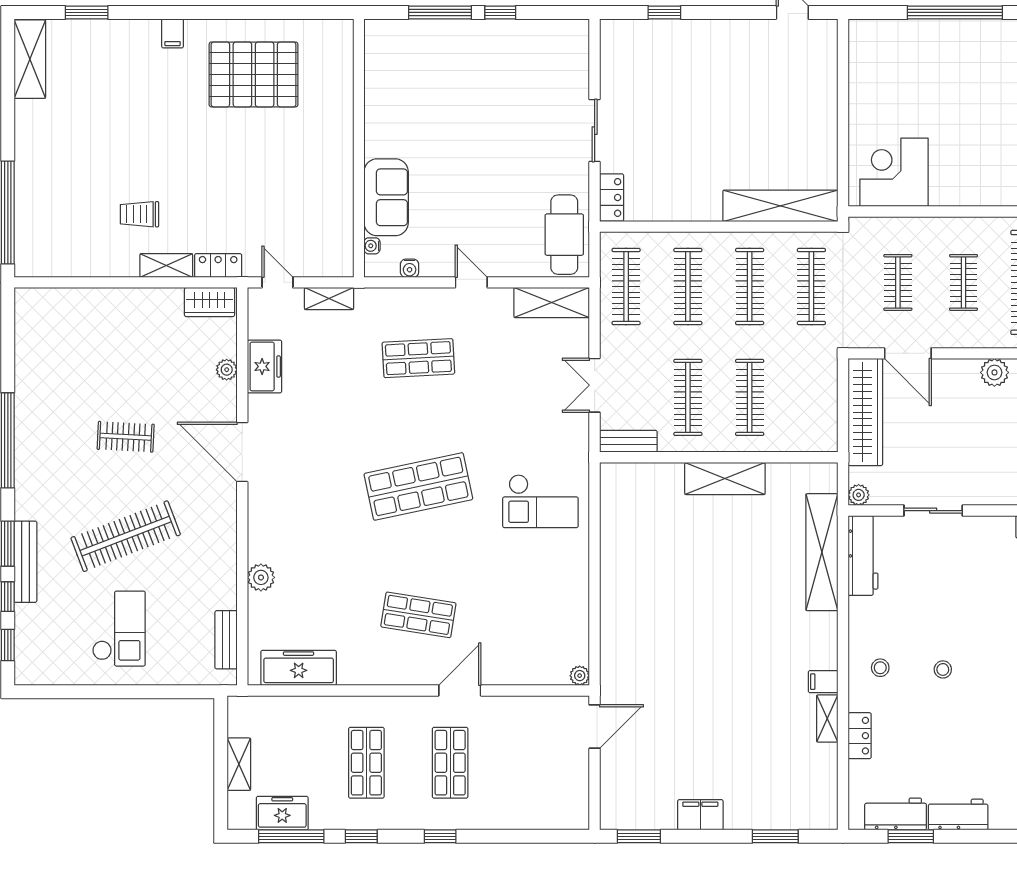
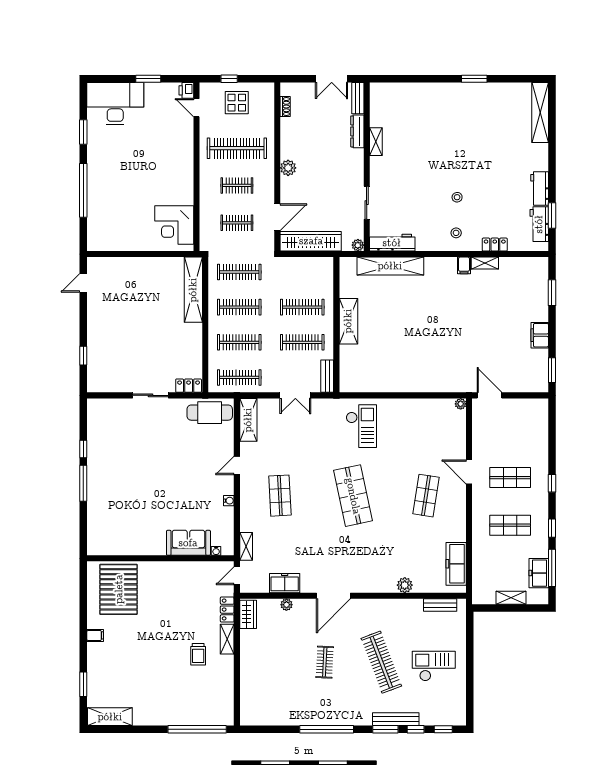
wall: (359, 148) -> (160, 558), moved
sofa: (386, 197) -> (188, 543), moved
water cooler: (372, 246) -> (216, 551), moved

